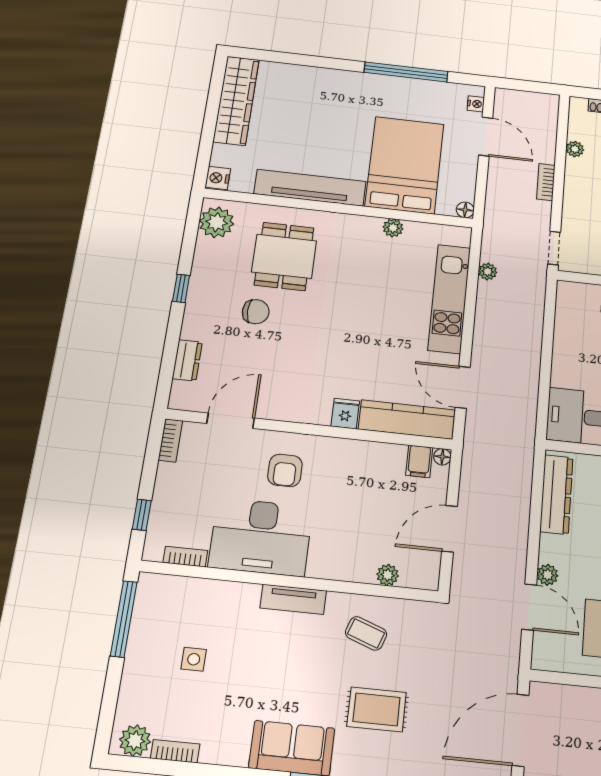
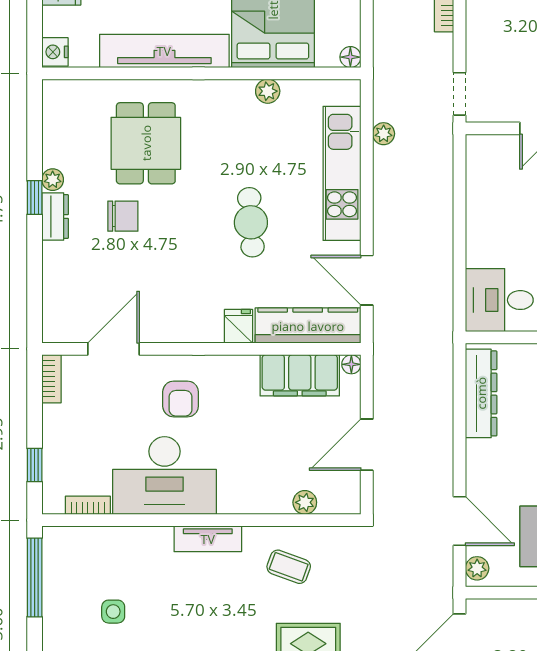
plant: (217, 222) -> (53, 180), moved, width x0.53, depth x0.53
cafe table: (367, 329) -> (251, 222), added
dresser: (187, 360) -> (55, 217), moved
filing cabinet: (419, 461) -> (300, 375), width x3.00, depth x1.17
plant: (547, 575) -> (477, 568), moved

